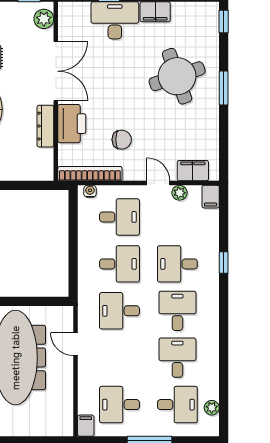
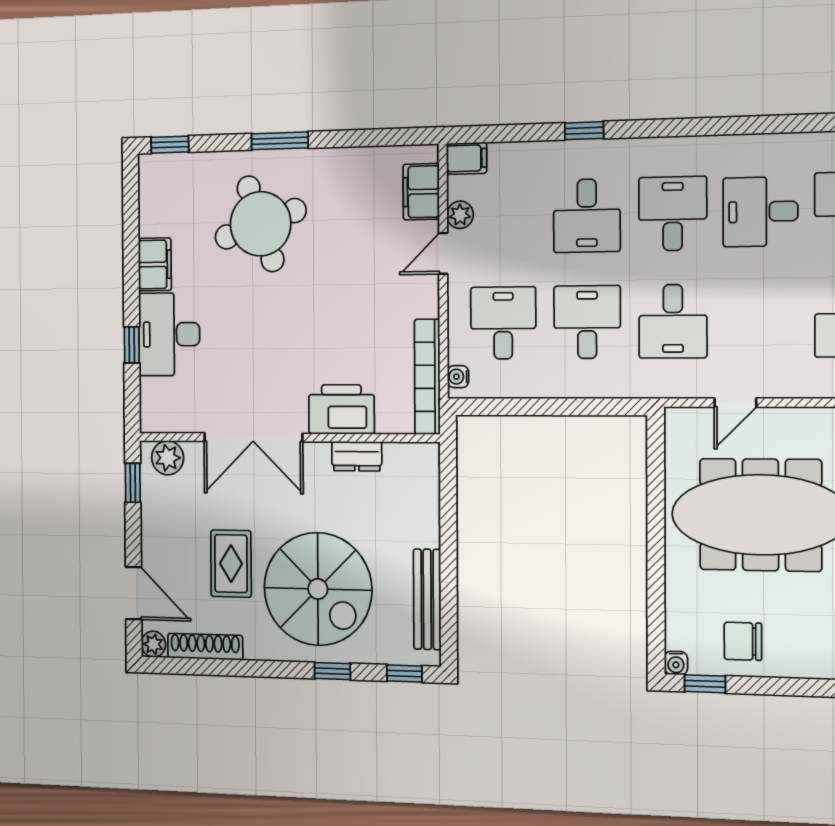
double door: (56, 71) -> (253, 437), swing flipped
dresser: (45, 126) -> (357, 456), width x0.70
chair: (122, 140) -> (368, 320), removed
desk: (177, 311) -> (673, 214), turned 90

